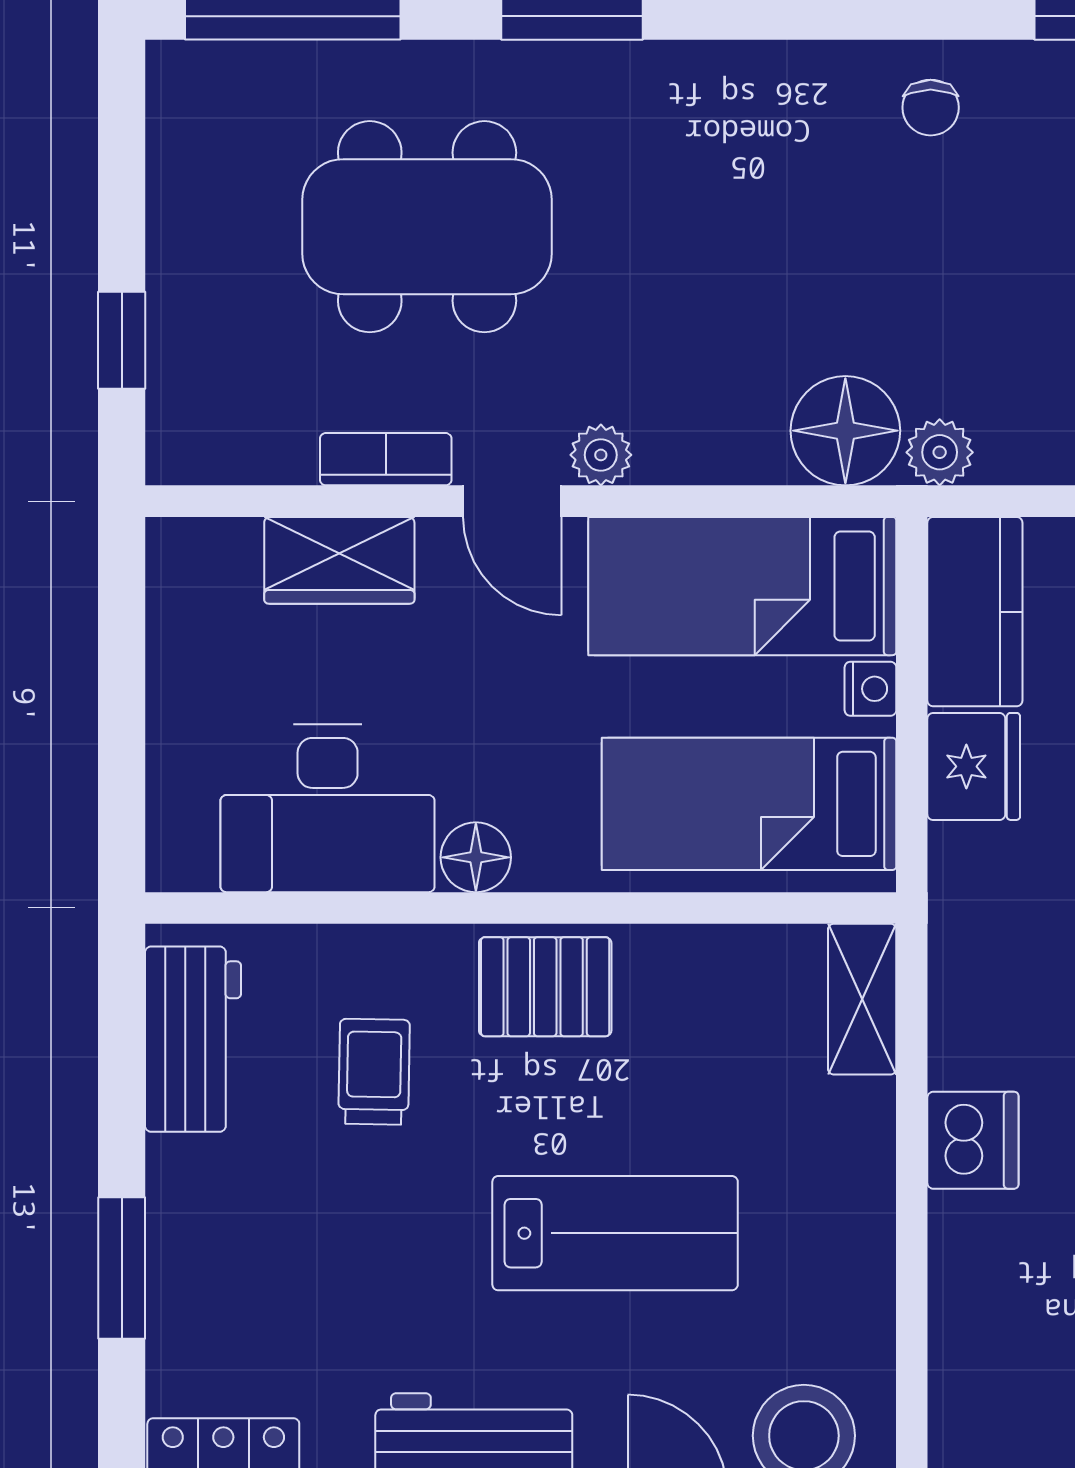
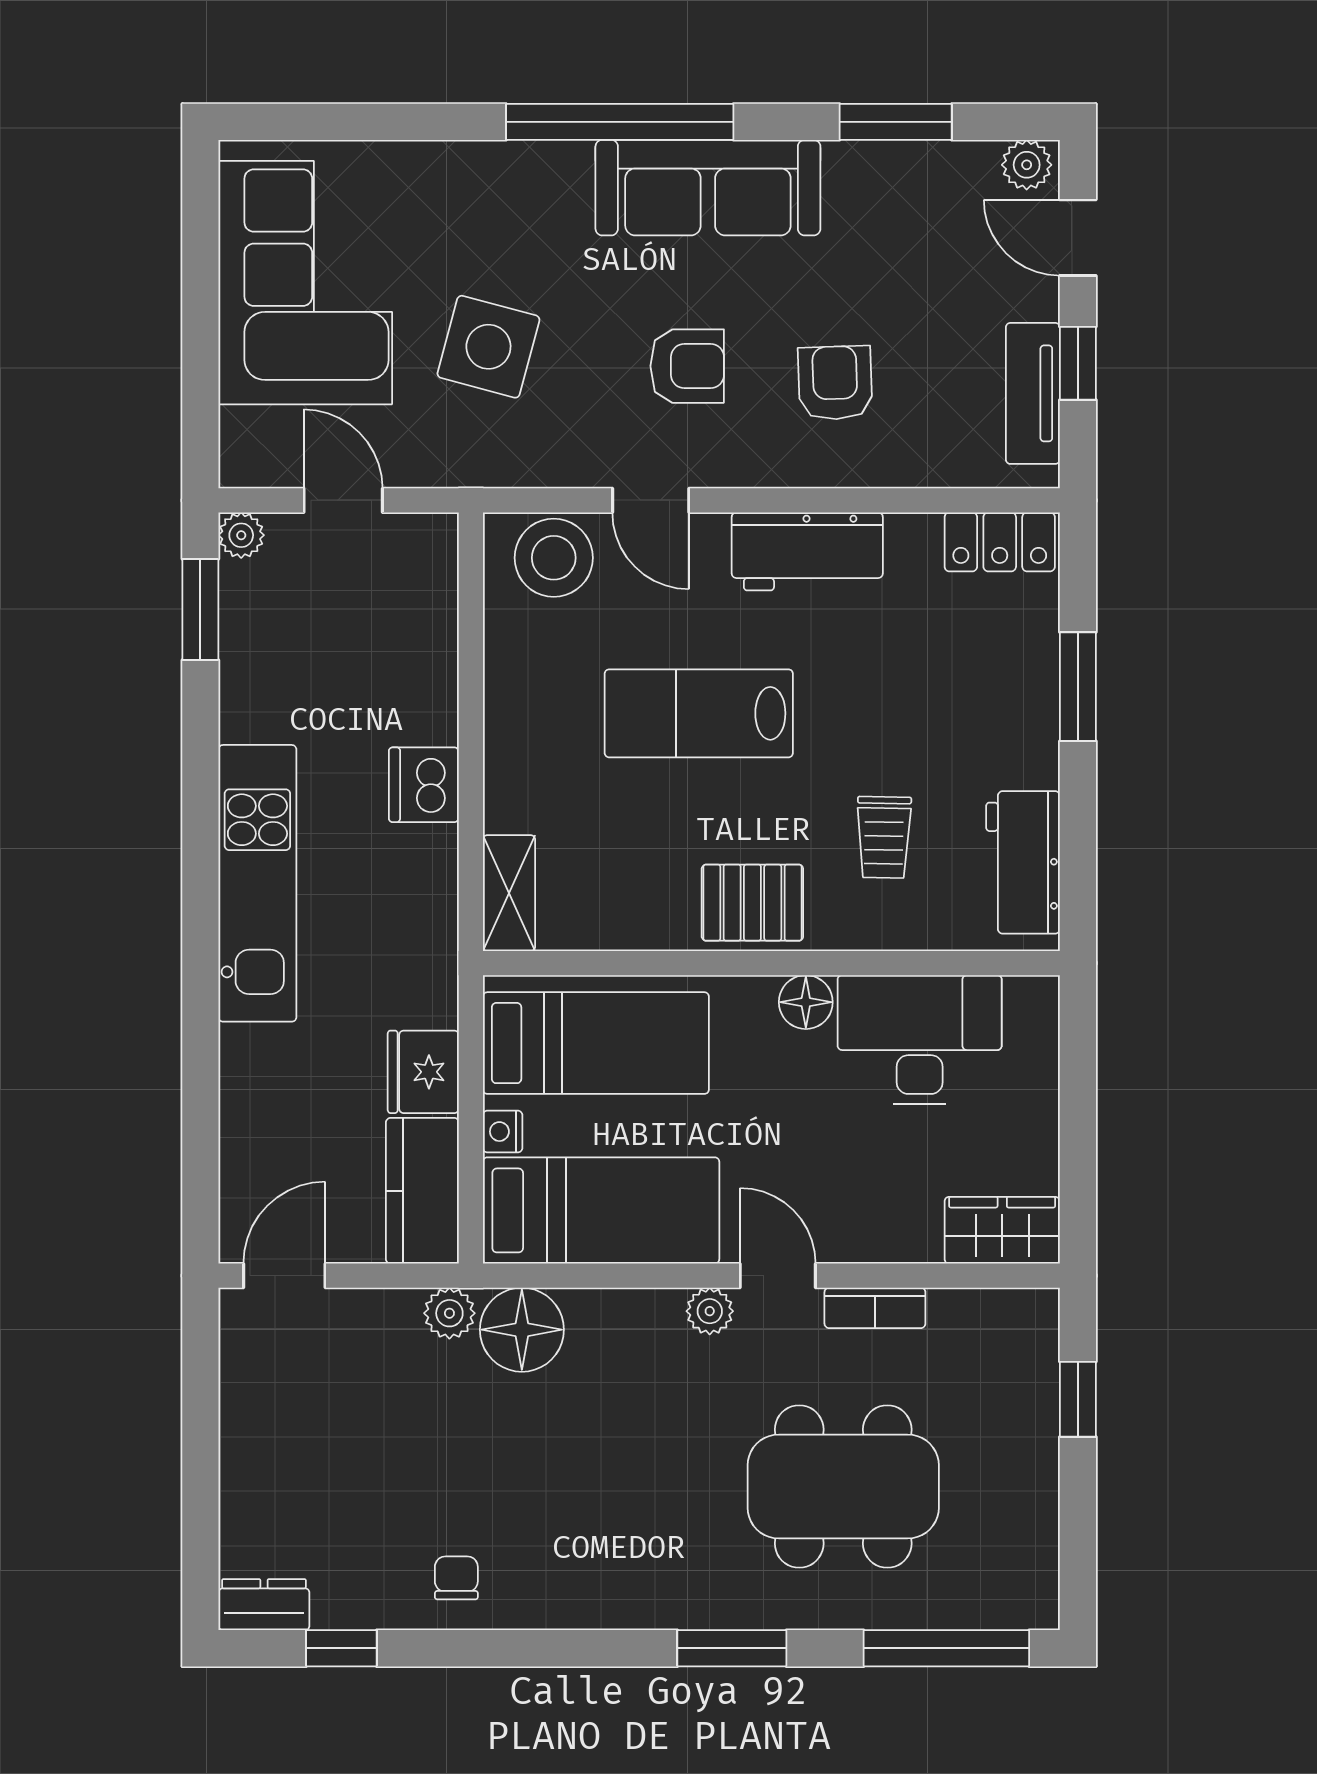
wardrobe: (339, 560) -> (1002, 1230), moved

